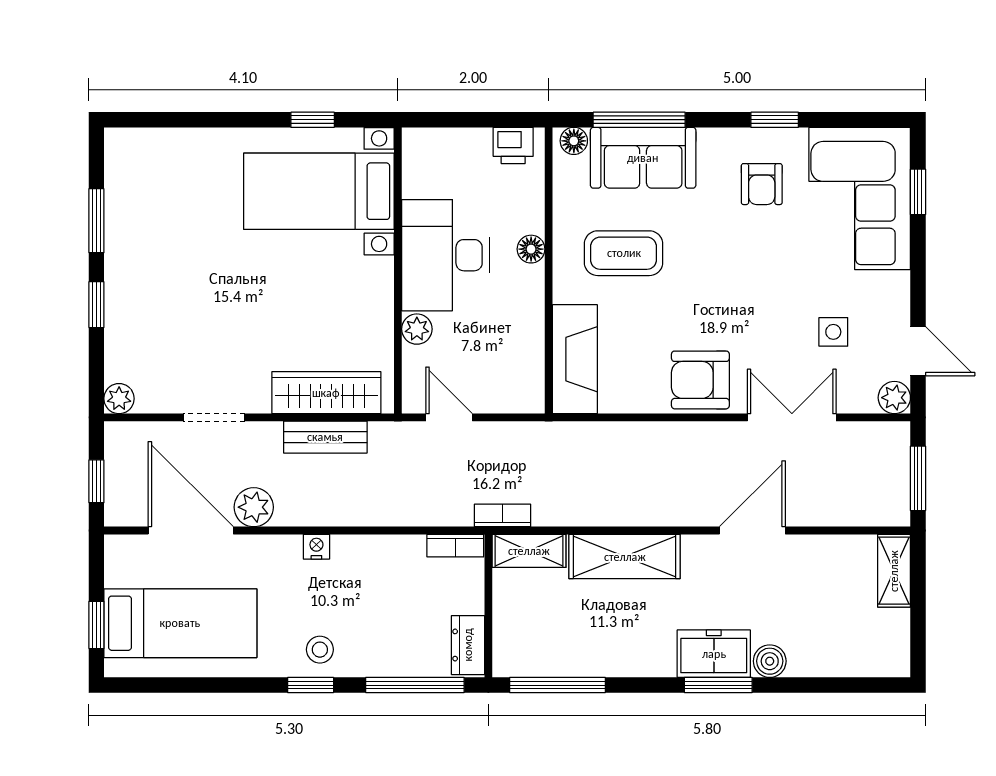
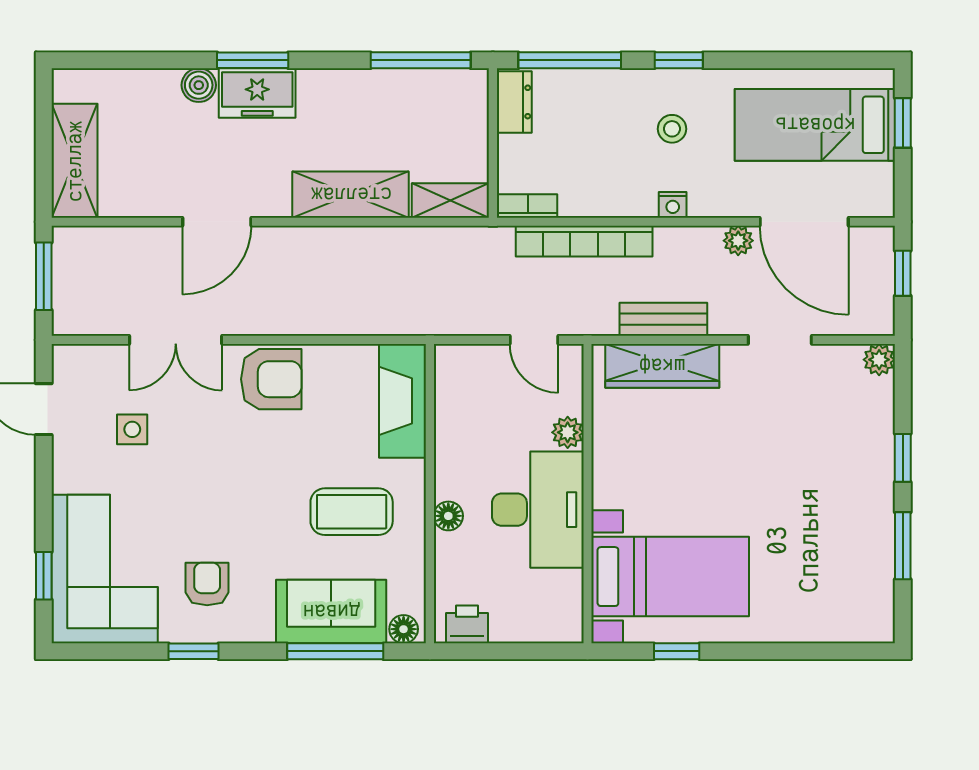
plant: (894, 398) -> (68, 361), removed
plant: (254, 507) -> (738, 241), width x0.73, depth x0.73
bookcase: (503, 515) -> (584, 241), moved, width x2.31, depth x1.31
shelving: (894, 571) -> (74, 161), width x1.50, depth x1.33
stool: (320, 650) -> (672, 129), moved

